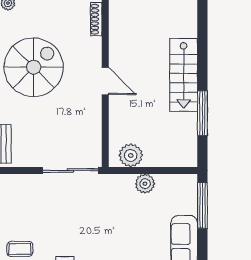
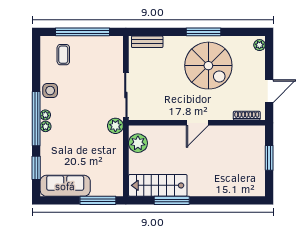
stairs: (184, 75) -> (158, 185), moved
plant: (145, 184) -> (115, 126), moved

